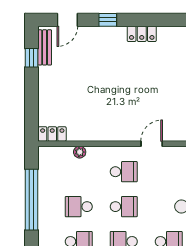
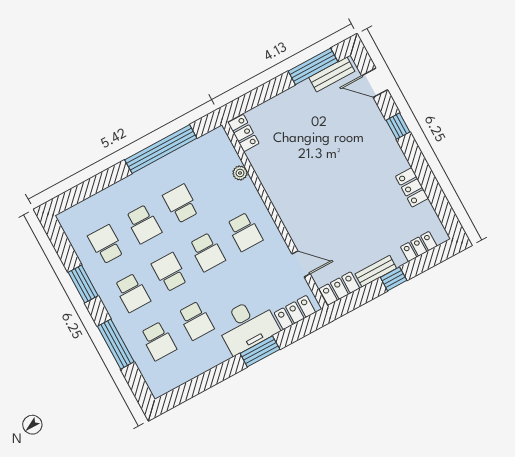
locker: (142, 34) -> (412, 187), moved
window: (31, 58) -> (313, 66), width x2.17
door: (152, 144) -> (301, 264), moved

